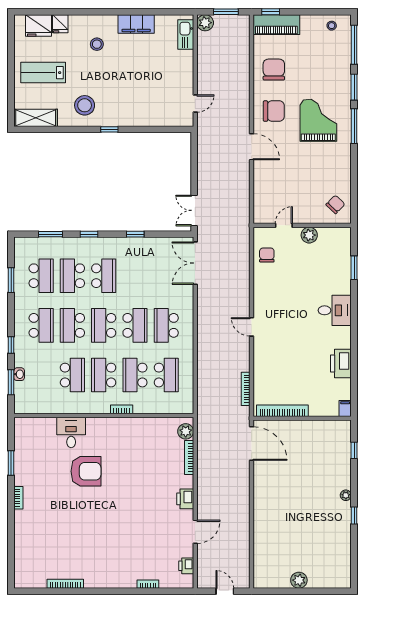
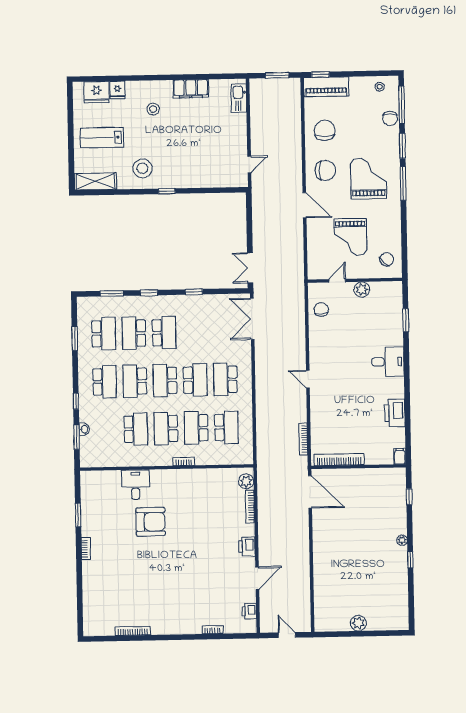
plant: (205, 23) -> (257, 86), removed
chair: (342, 59) -> (390, 118), added
grand piano: (298, 181) -> (350, 237), added

